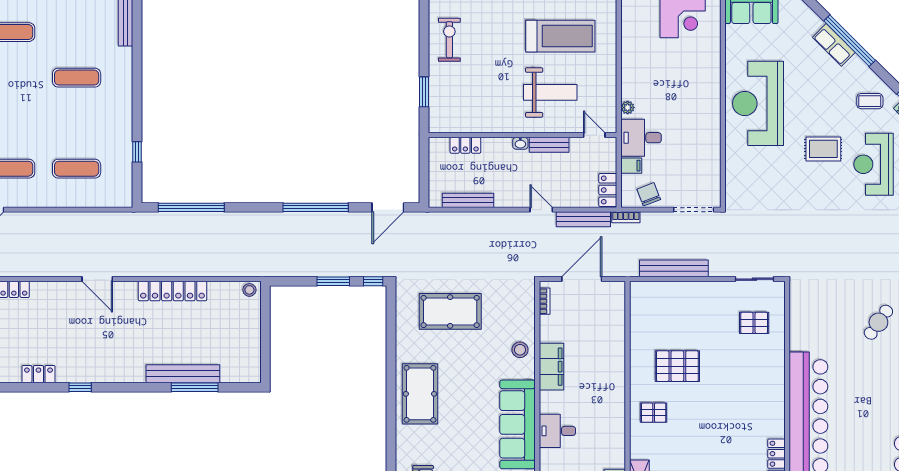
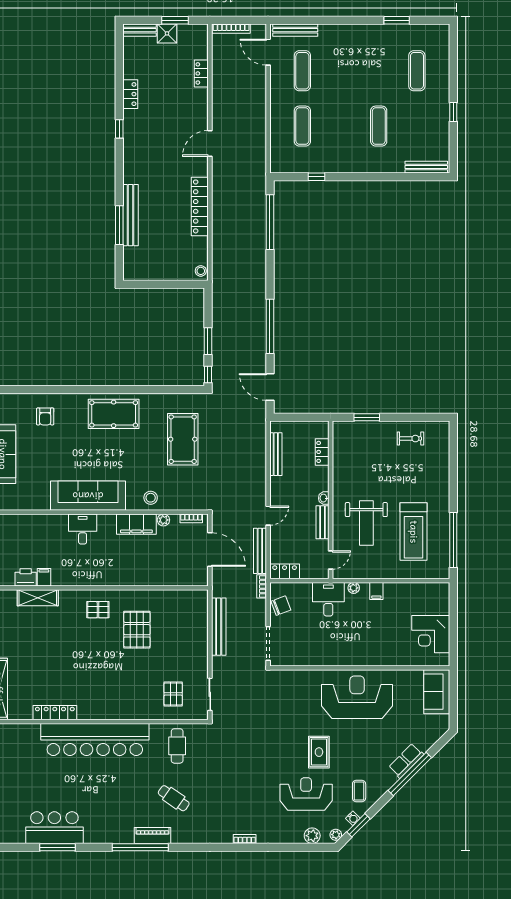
exercise bike: (449, 40) -> (410, 439), width x0.73, depth x0.72
filing cabinet: (631, 166) -> (376, 591), moved
cafe table: (816, 318) -> (177, 746), added
plant: (547, 334) -> (163, 520), added
pallet: (654, 413) -> (98, 610), turned 90

